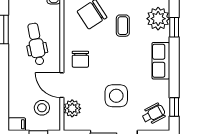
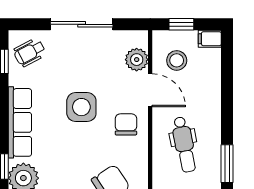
coffee table: (123, 26) -> (70, 169), removed
row of seats: (161, 61) -> (20, 122), width x1.48
side table: (116, 96) -> (81, 107), moved

